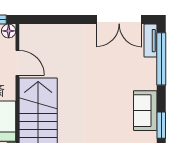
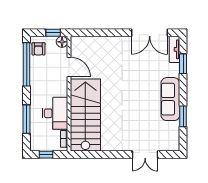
window: (161, 59) -> (183, 64), width x0.47
sofa: (145, 111) -> (170, 99), width x1.36

